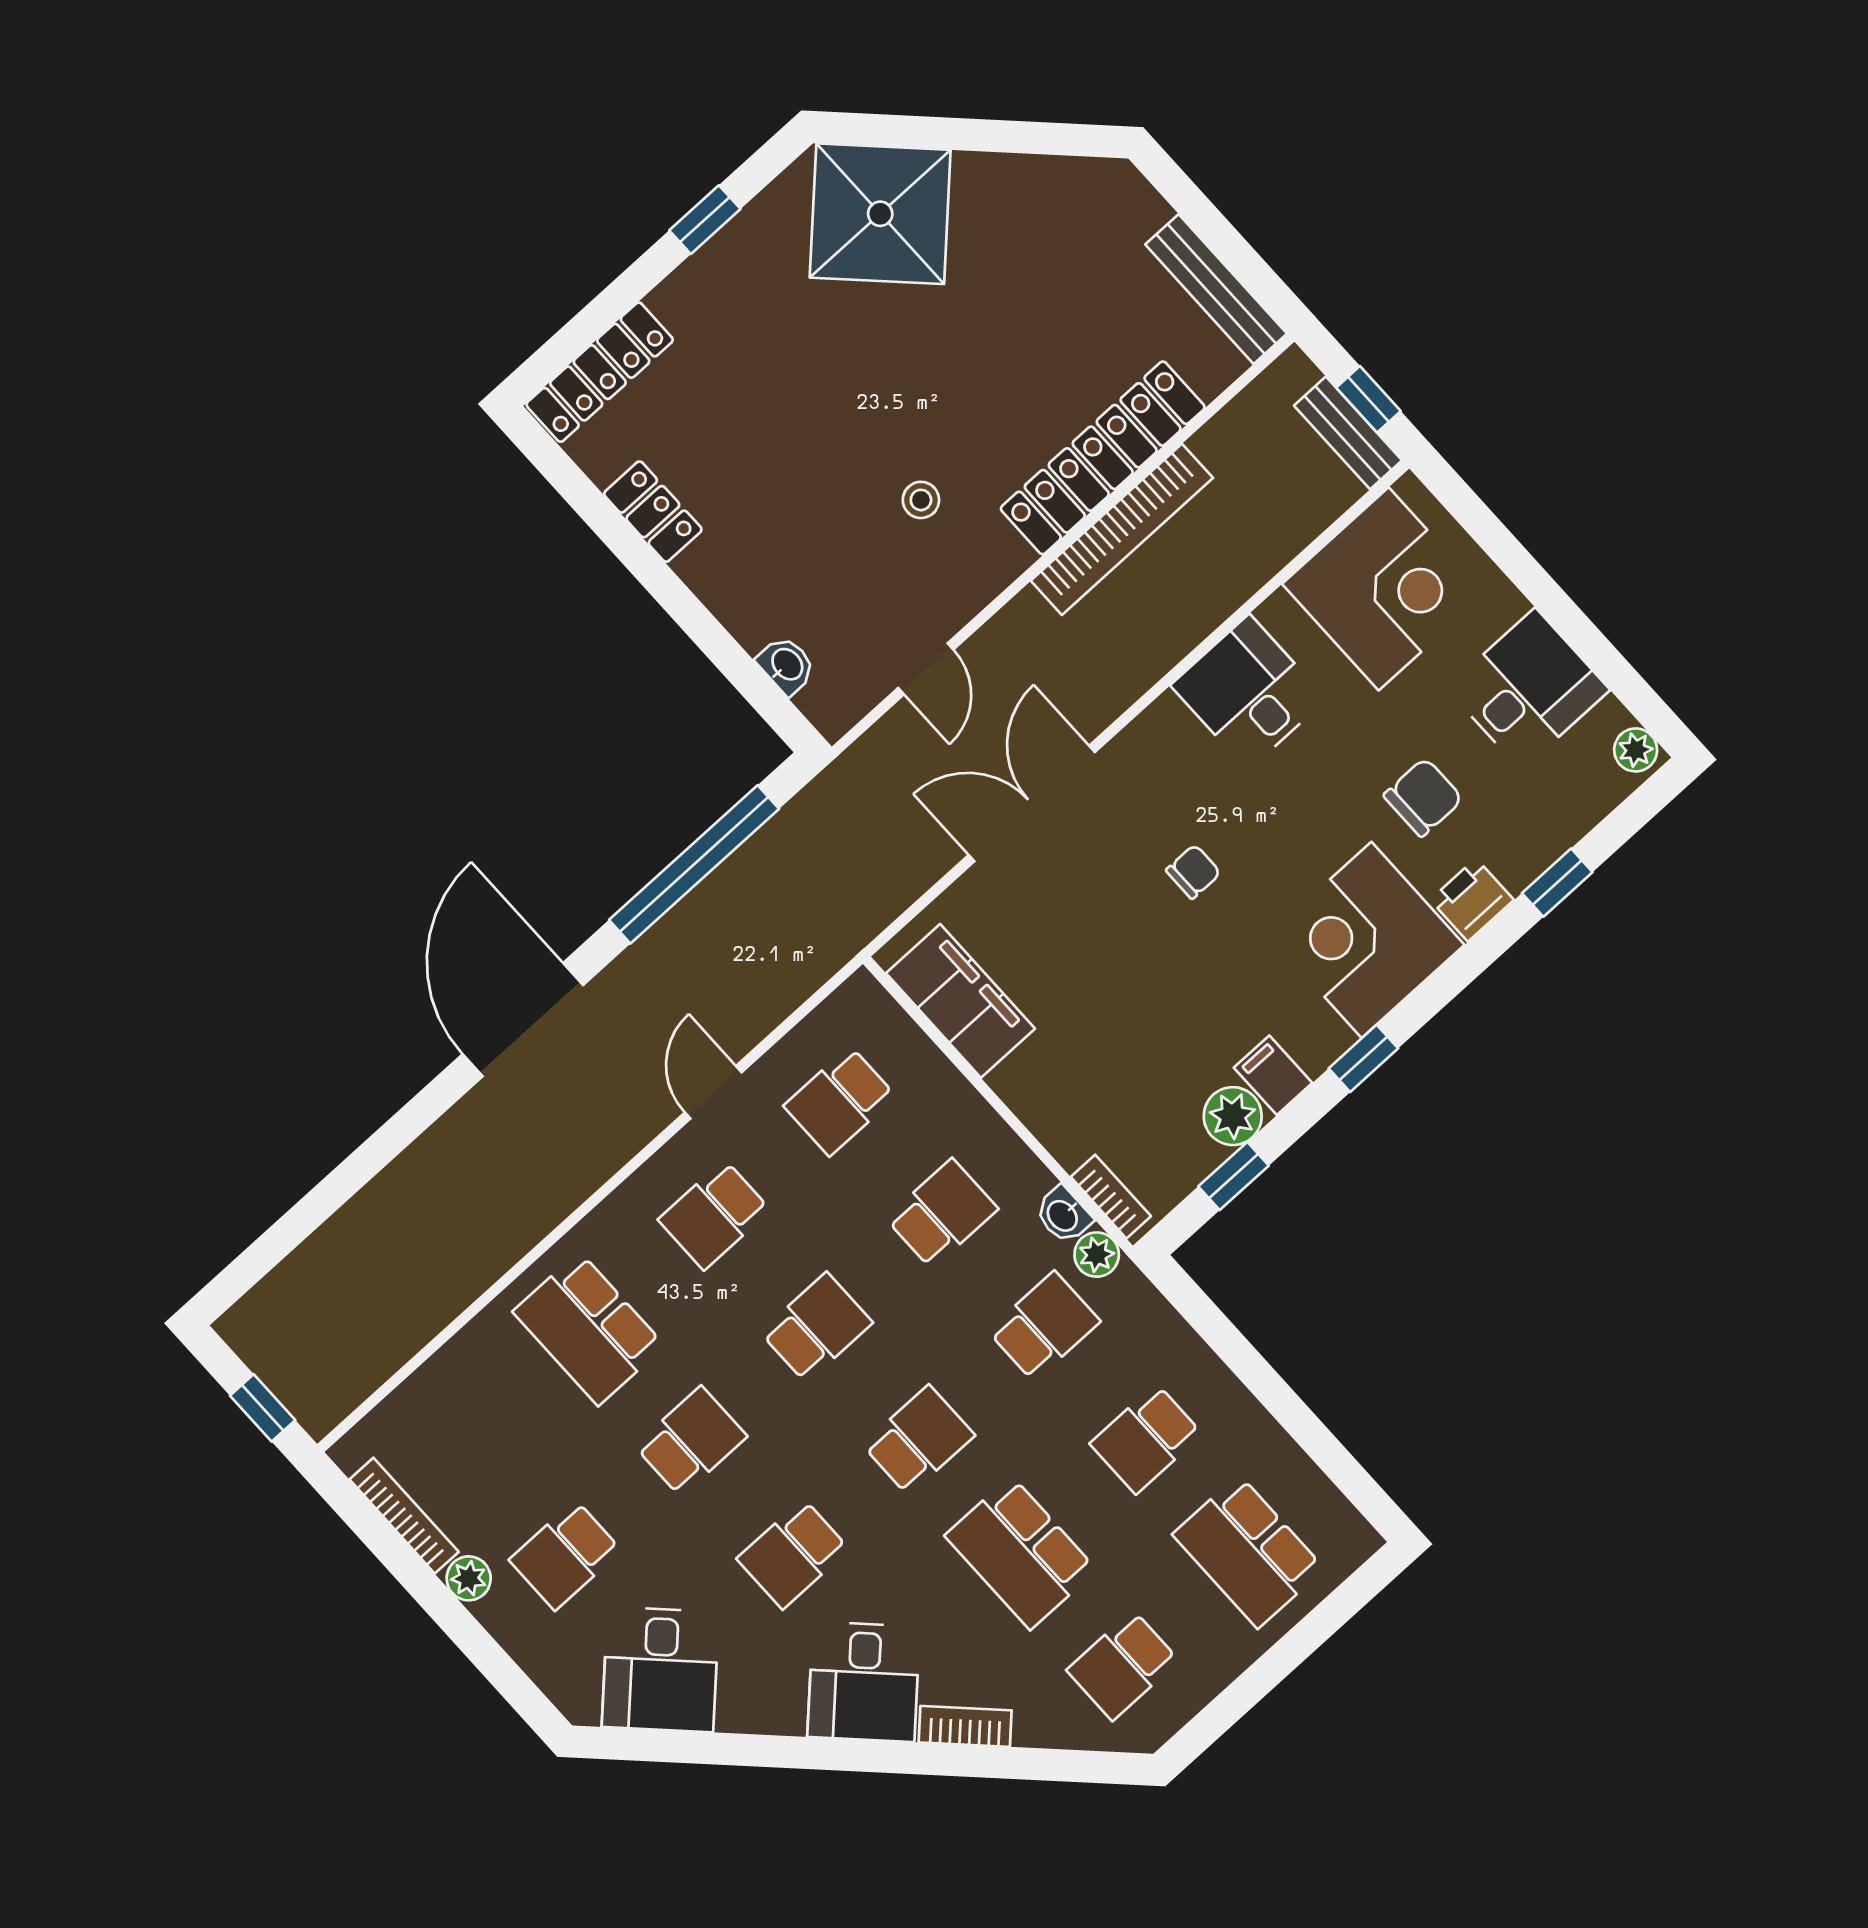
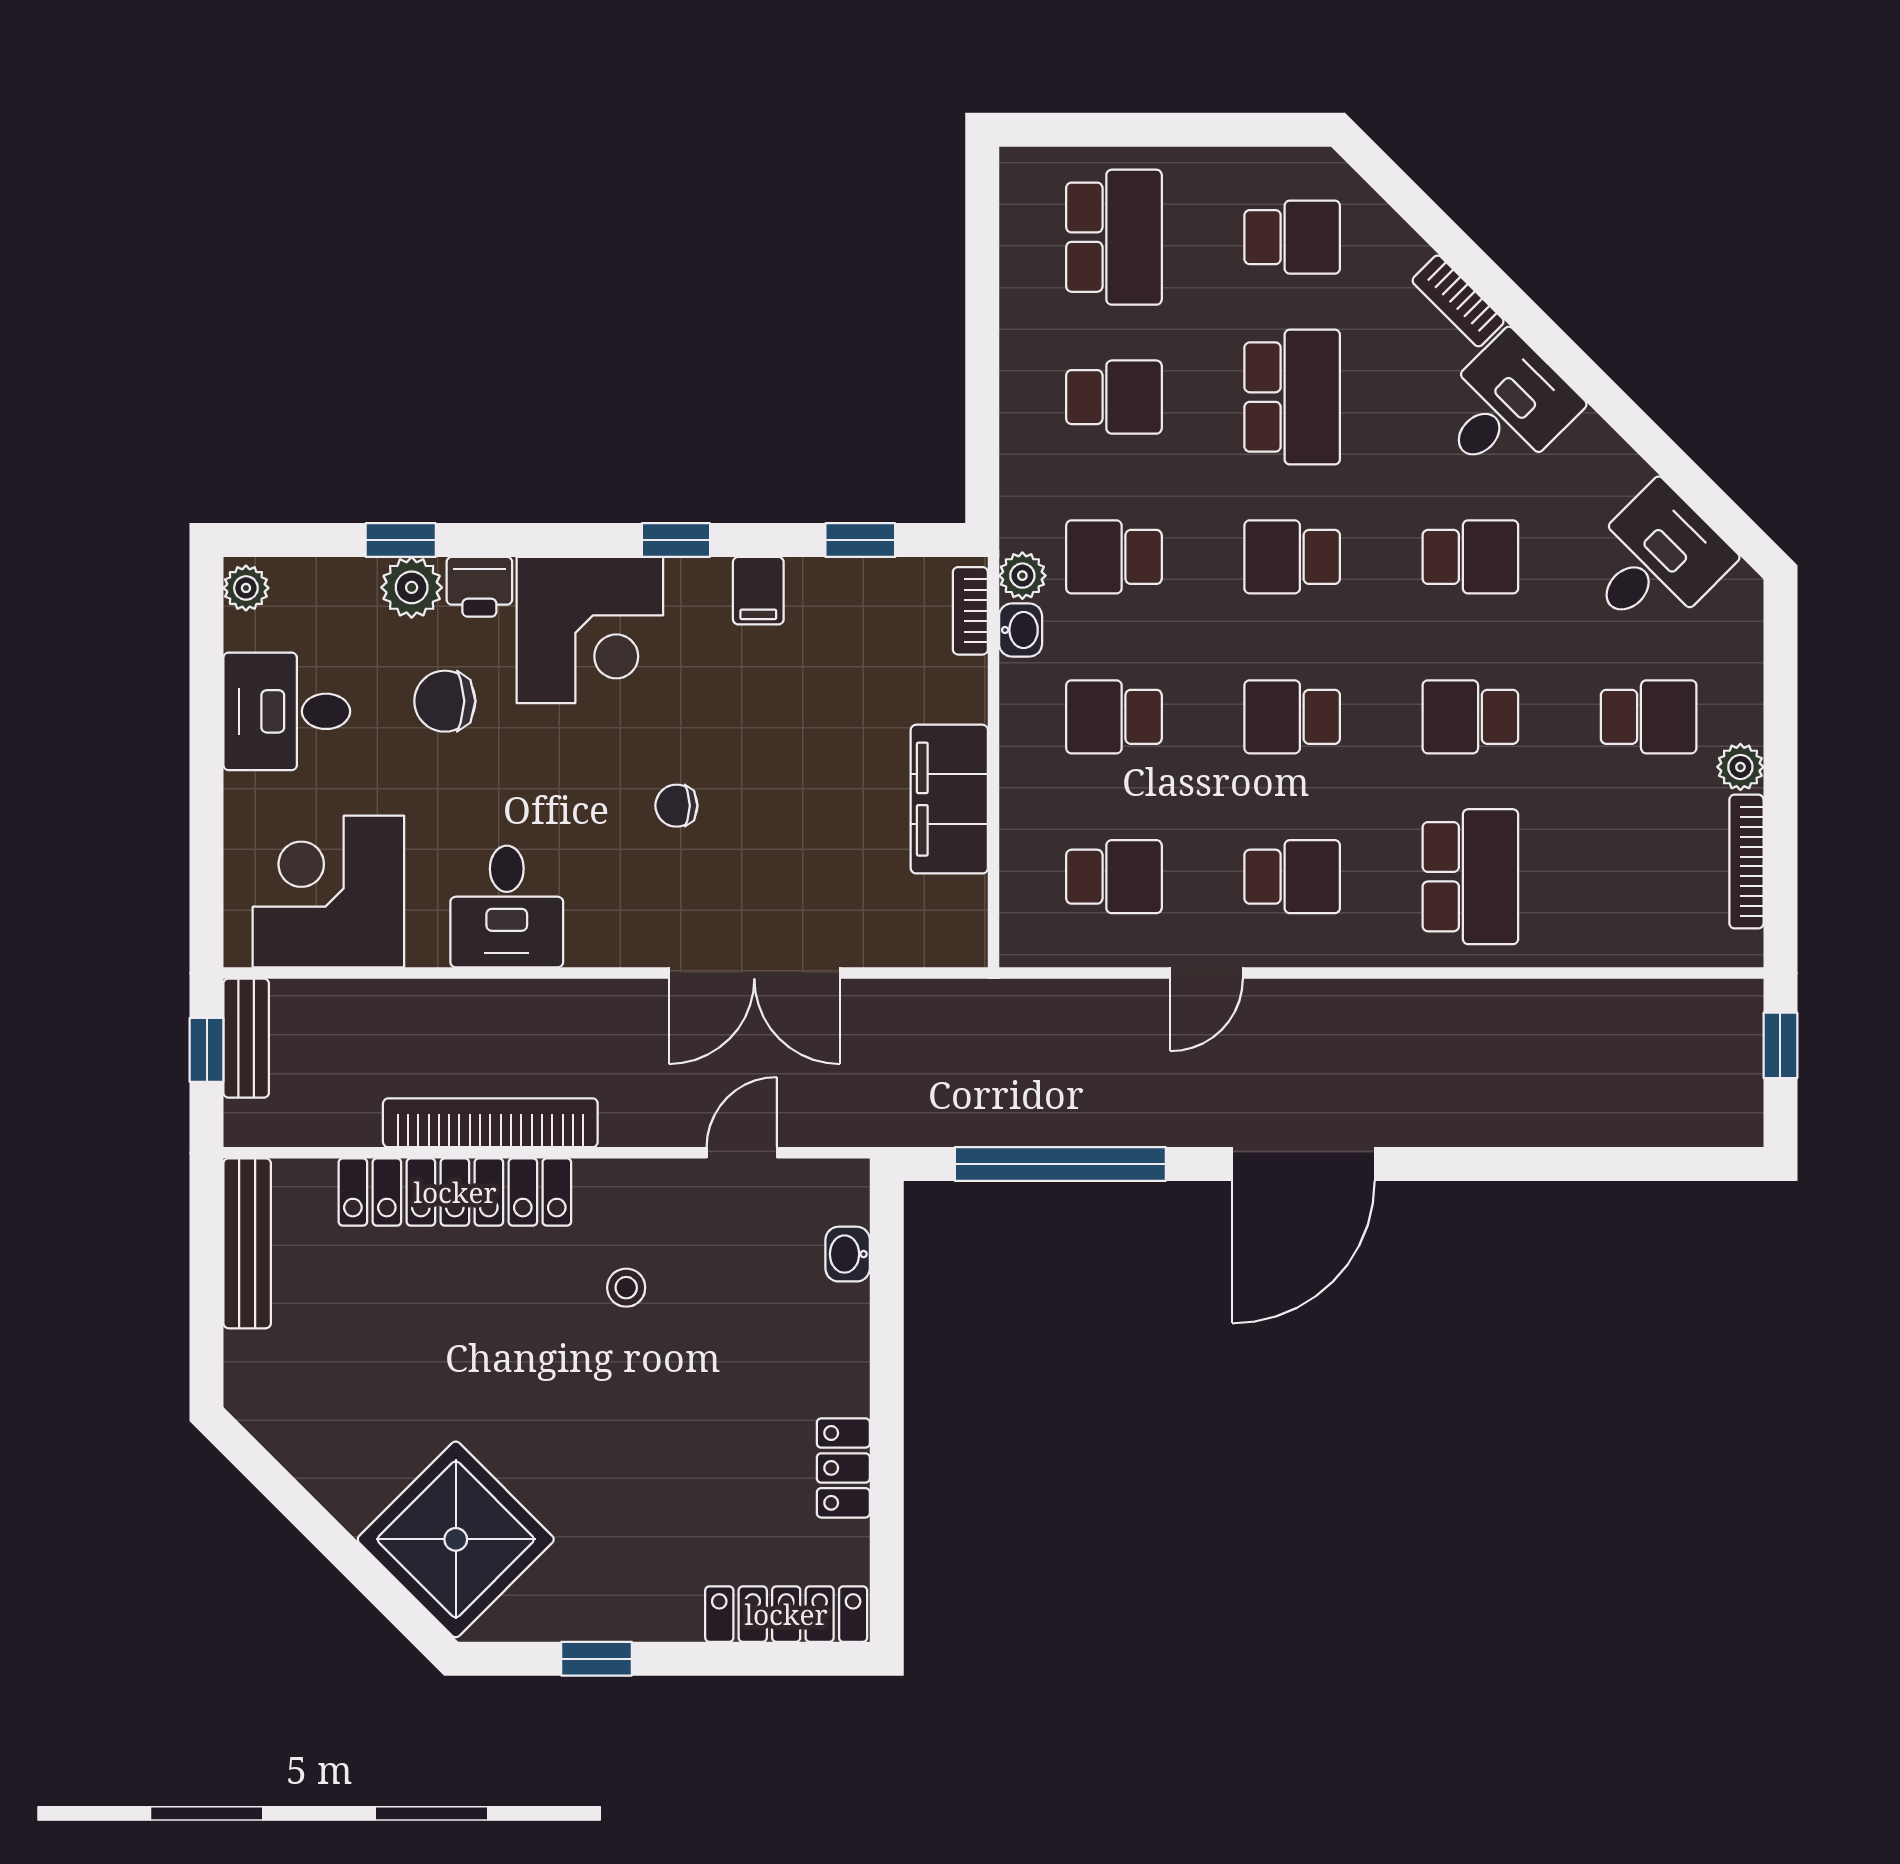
filing cabinet: (960, 1001) -> (949, 799), moved
plant: (1233, 1116) -> (412, 587), moved

